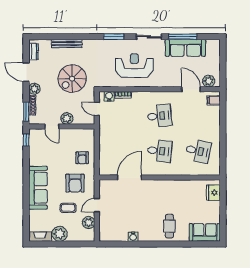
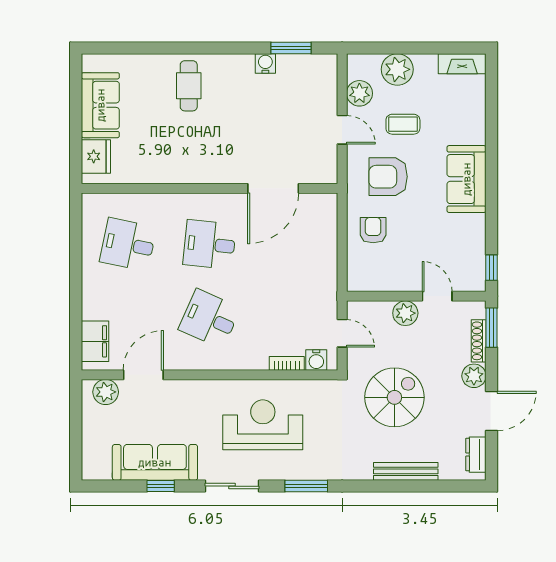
window: (183, 37) -> (161, 486), width x0.46
reception desk: (134, 66) -> (263, 425), turned 180
door: (26, 72) -> (491, 411), hinge flipped
door: (191, 89) -> (143, 375), swing flipped
filing cabinet: (214, 100) -> (95, 341), width x2.00
desk: (160, 116) -> (210, 319), turned 30
armchair: (75, 183) -> (388, 177), turned -90
sofa: (38, 188) -> (466, 179), width x0.73
door: (97, 205) -> (342, 130), hinge flipped
sofa: (205, 232) -> (100, 105), moved, turned -90
plant: (60, 234) -> (397, 69), moved
window: (121, 244) -> (291, 48), added

